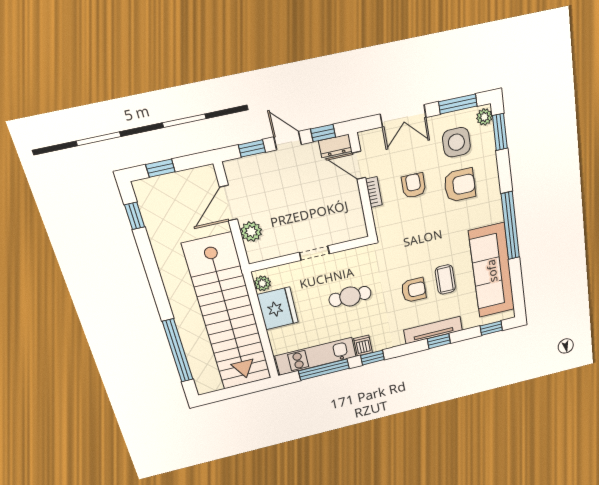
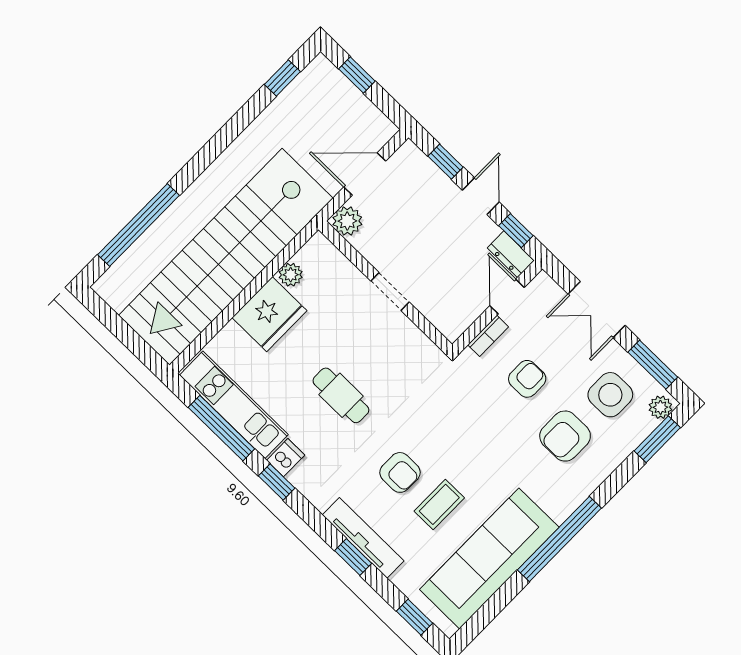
armchair: (460, 185) -> (565, 436), turned 90
doorway: (314, 253) -> (390, 291), moved
wall: (310, 254) -> (385, 287), moved

